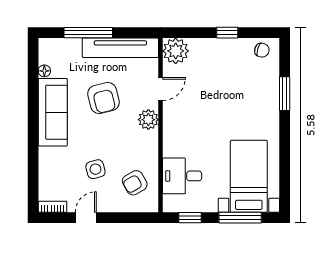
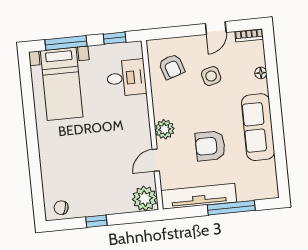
floor lamp: (44, 71) -> (261, 73), moved
window: (285, 94) -> (35, 168), removed
armchair: (103, 98) -> (210, 146), turned -76
armchair: (135, 183) -> (172, 67), turned 102

